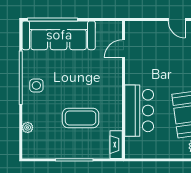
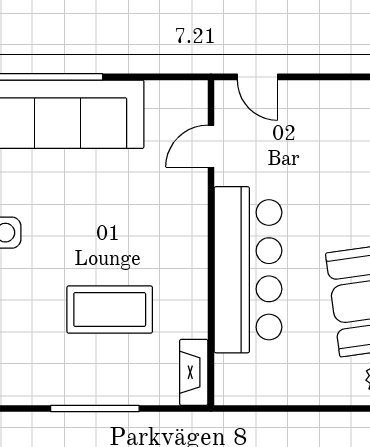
door: (177, 19) -> (257, 77), moved
bar counter: (139, 111) -> (248, 270), width x1.36

